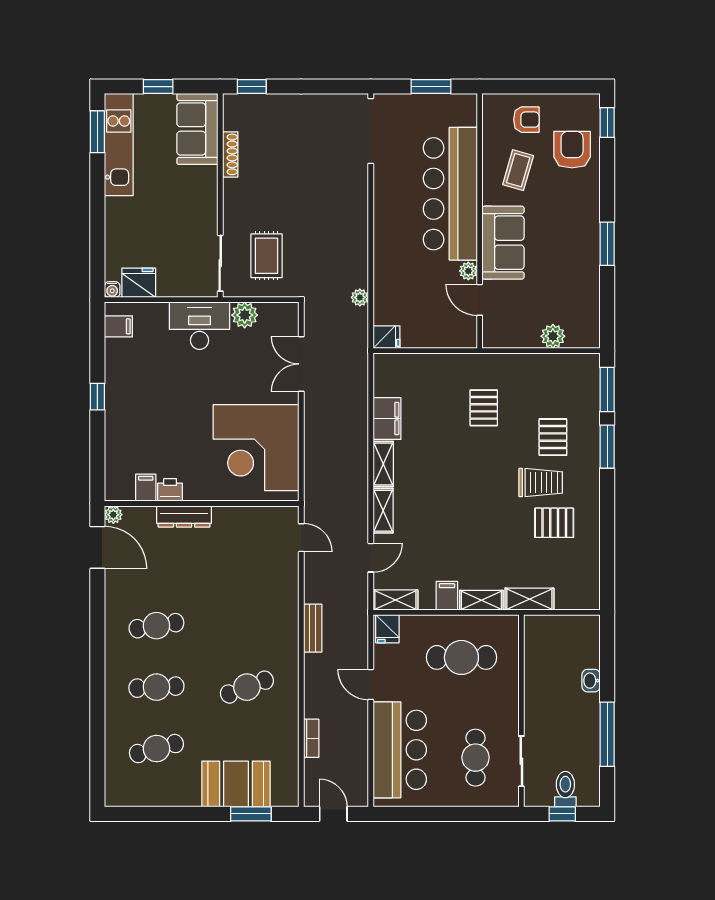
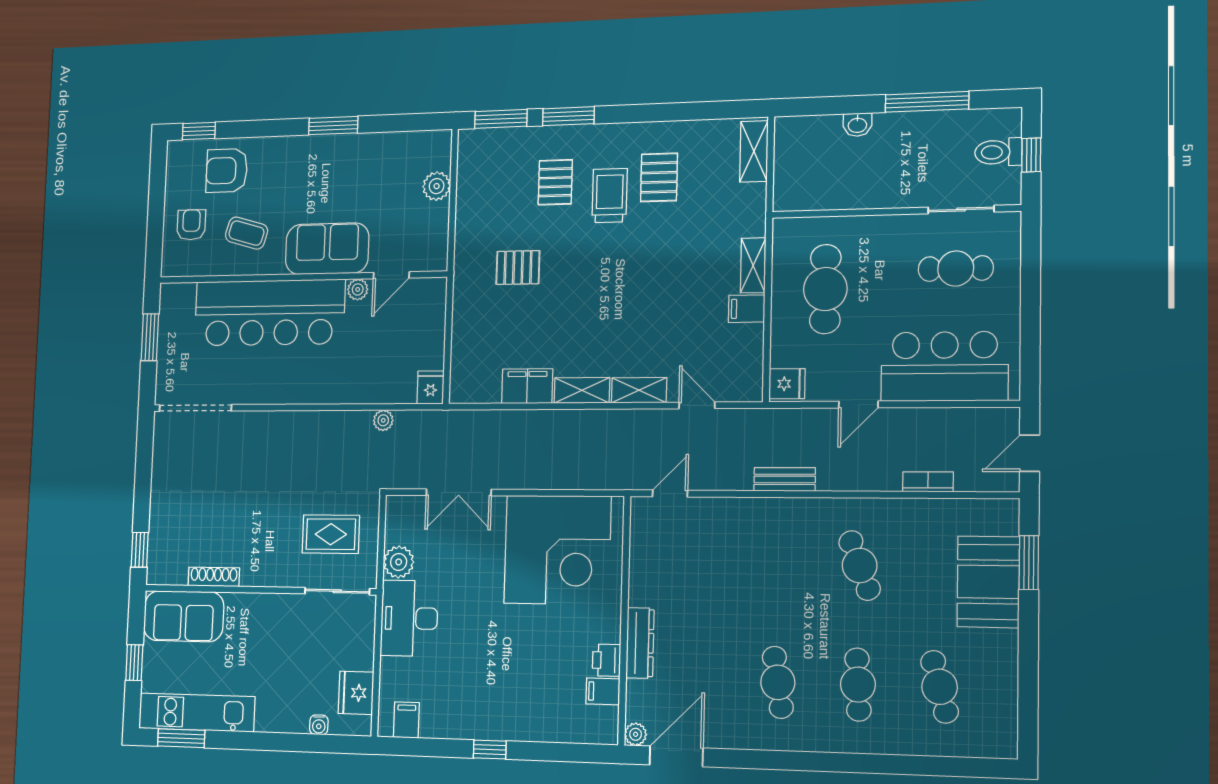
water cooler: (112, 290) -> (319, 725), moved, turned 90
pallet: (553, 437) -> (555, 182), turned 90
shelving: (529, 599) -> (754, 151), moved
shelving: (395, 600) -> (751, 374), removed

